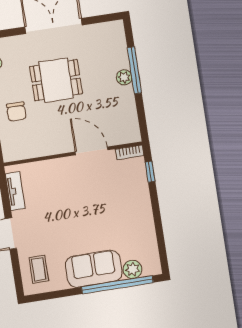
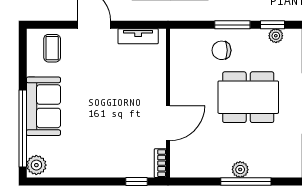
dining table: (56, 80) -> (248, 97), width x1.37
coffee table: (39, 269) -> (52, 48), turned 90
plant: (132, 269) -> (36, 165), moved

